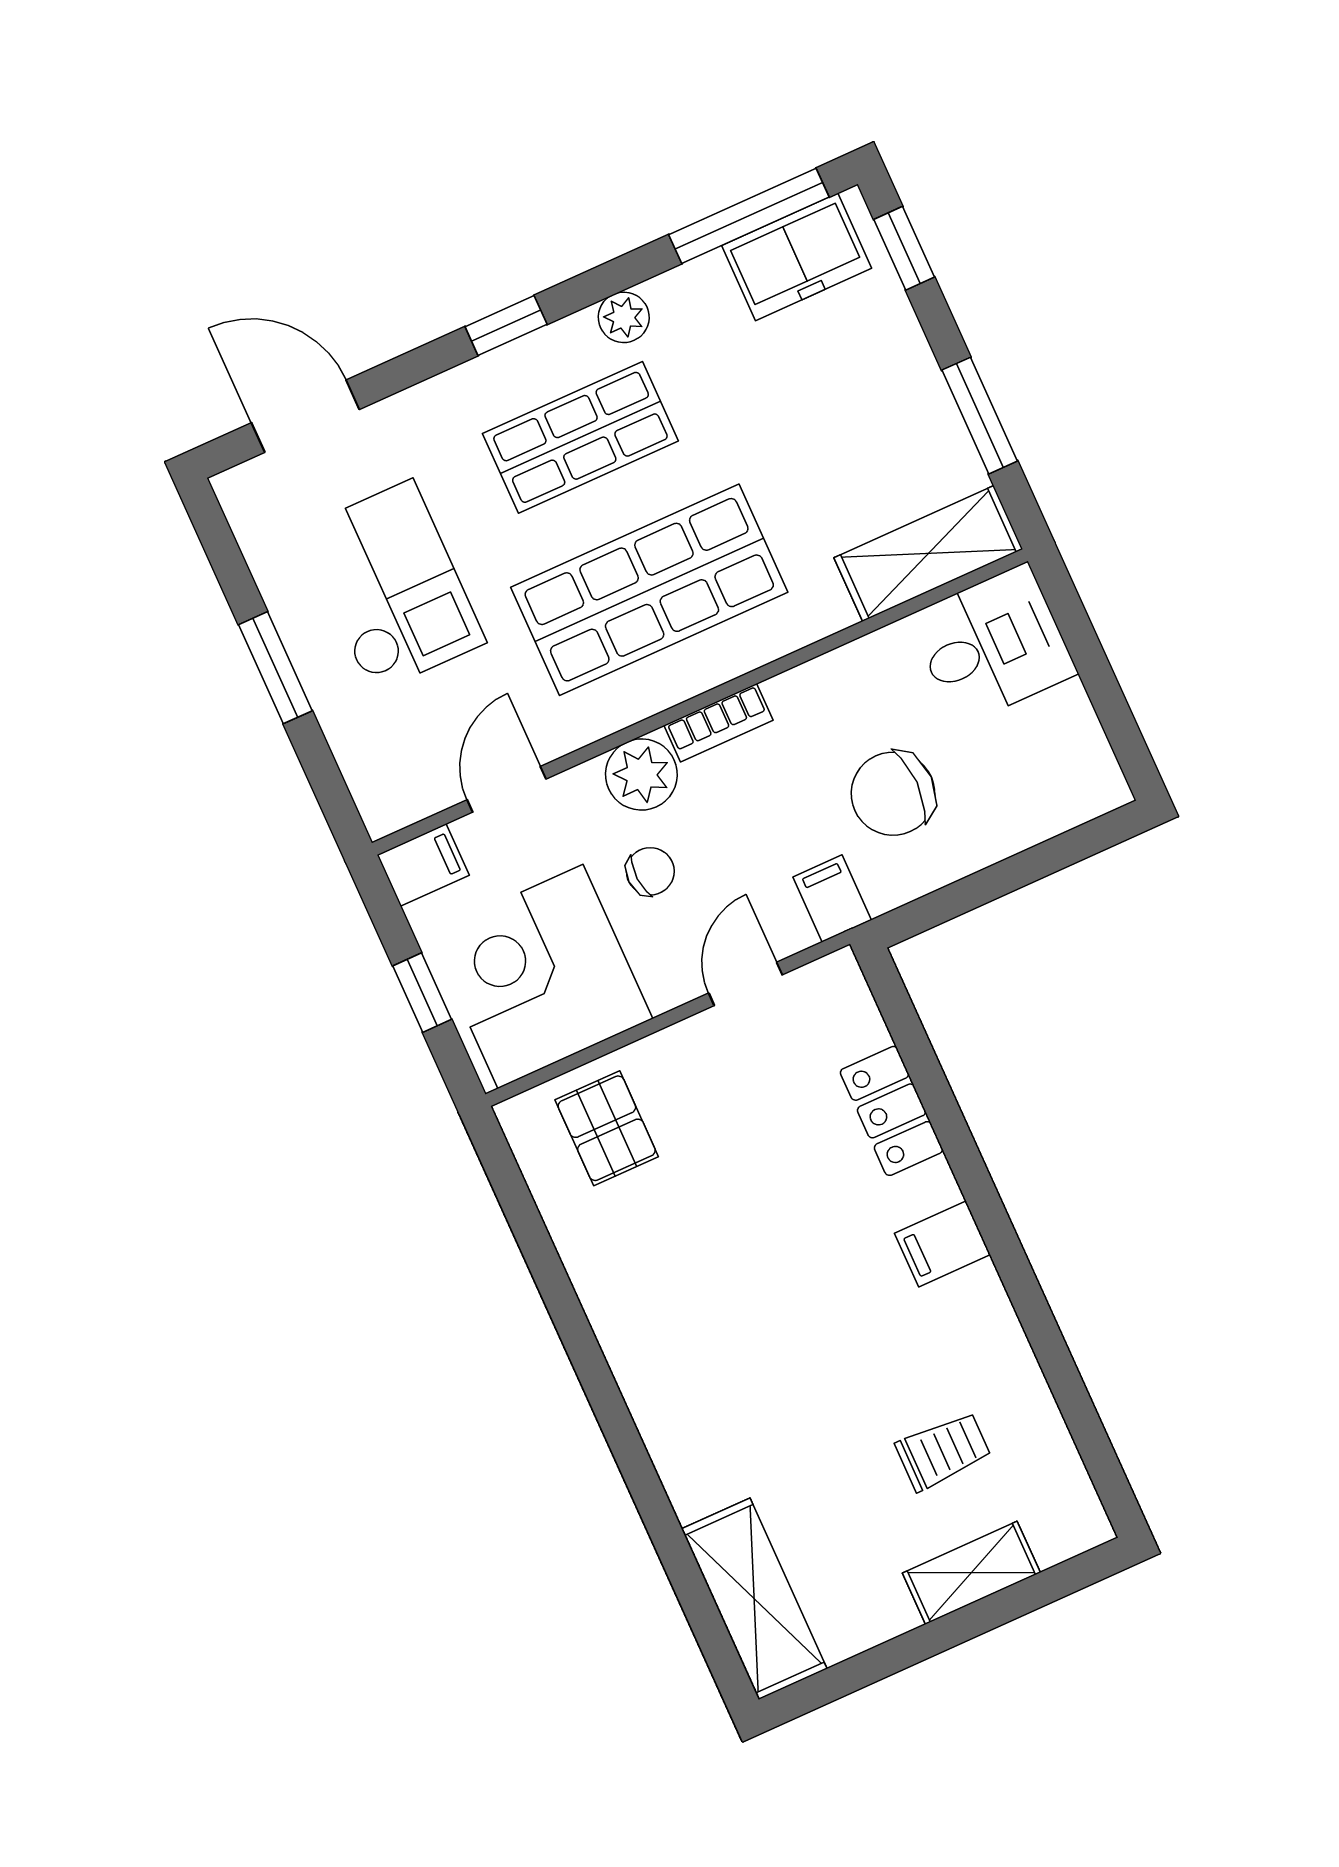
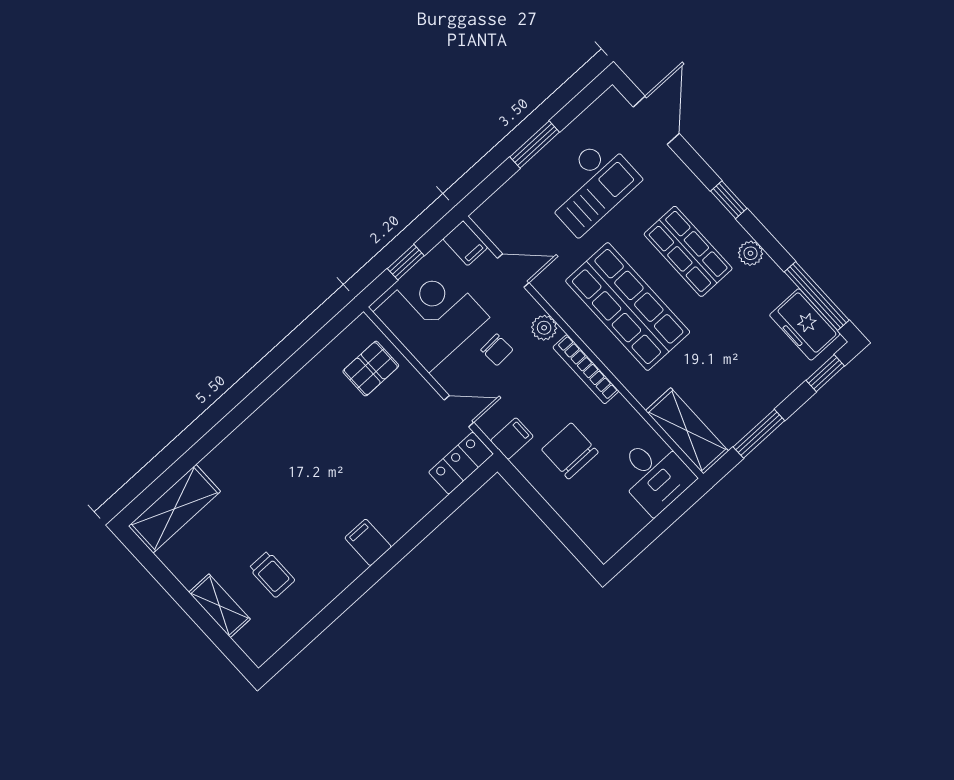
bookcase: (718, 723) -> (586, 369), width x1.56
plant: (641, 774) -> (544, 328), width x0.73, depth x0.73
locker: (892, 1111) -> (461, 463), moved

